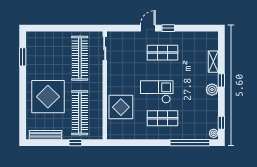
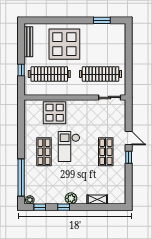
window: (221, 80) -> (64, 207), moved
checkout: (157, 92) -> (69, 146), turned 180

